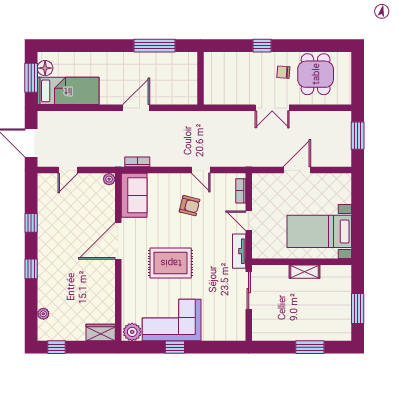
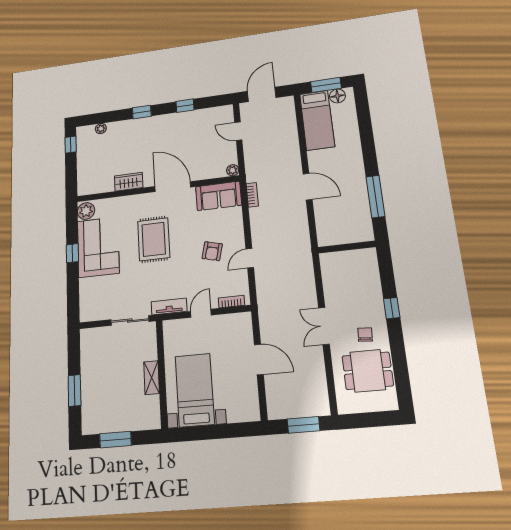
wardrobe: (101, 333) -> (129, 182), moved, turned -90

